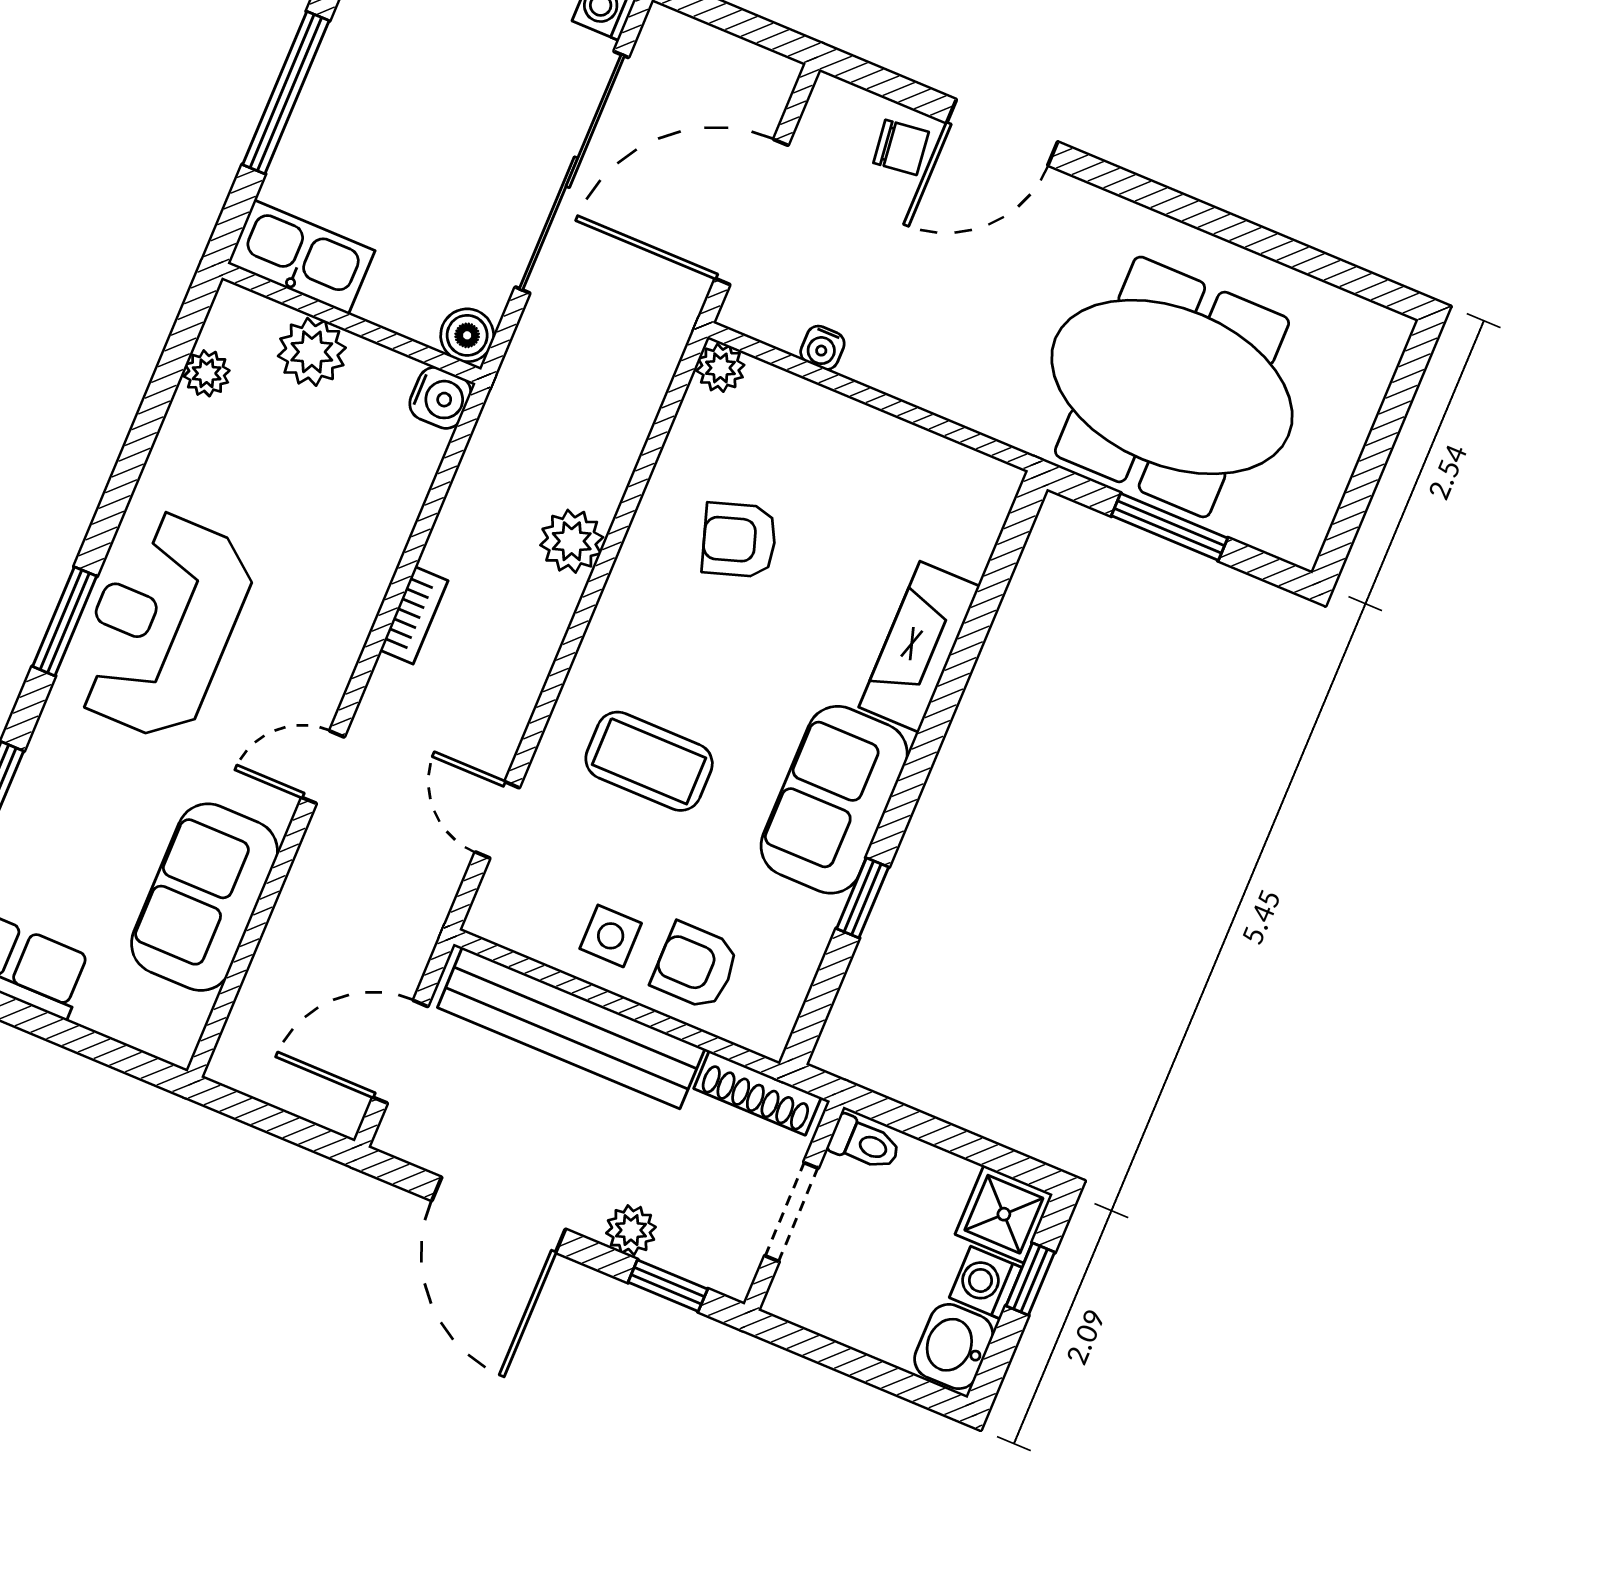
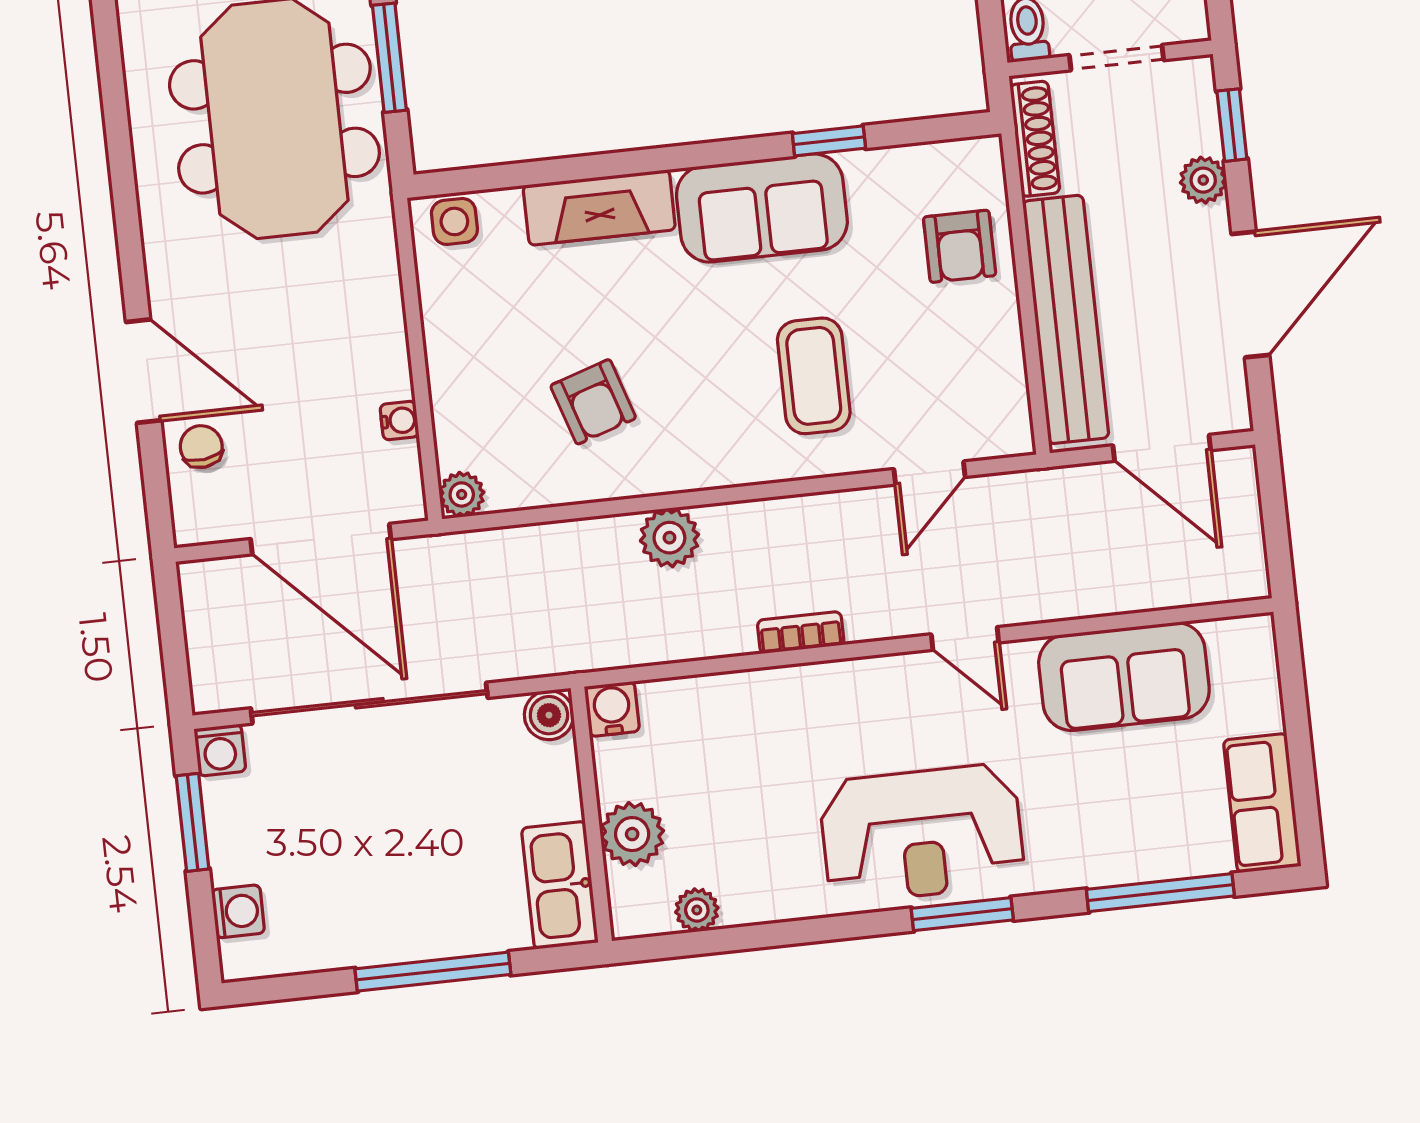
side table: (611, 936) -> (454, 221), moved

